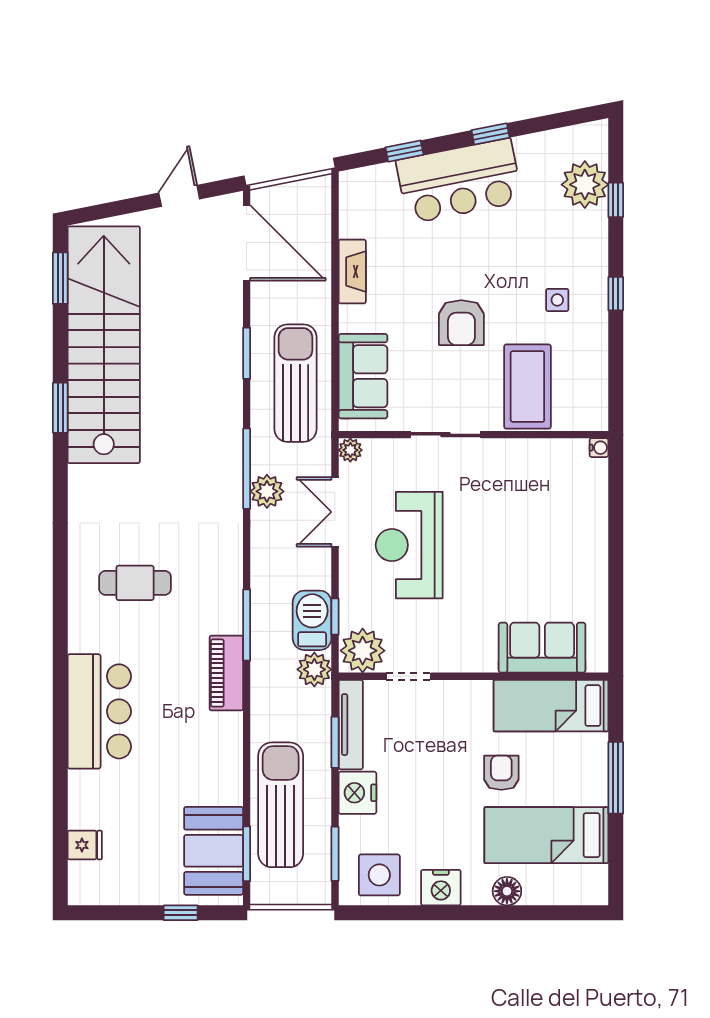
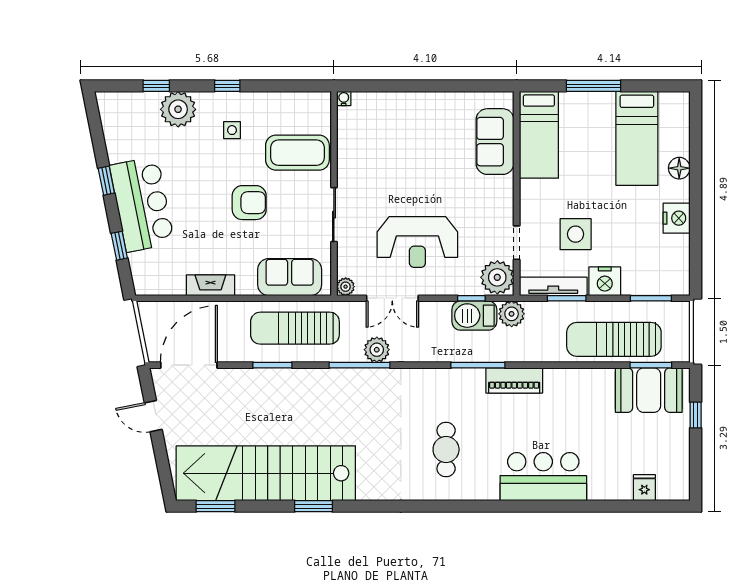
plant: (585, 185) -> (178, 109), moved
armchair: (501, 773) -> (590, 172), removed
side table: (379, 875) -> (576, 234), moved

